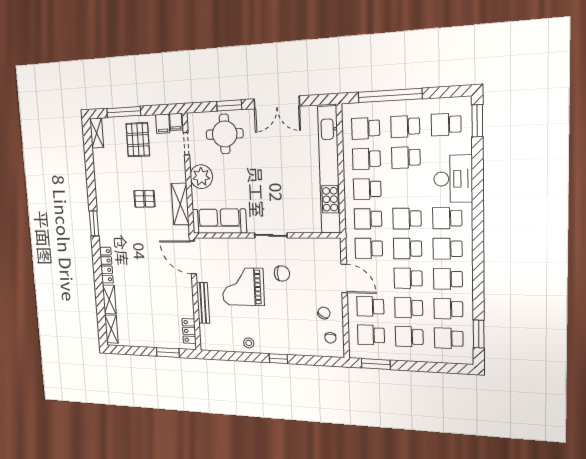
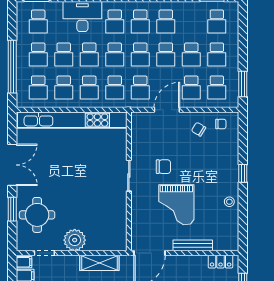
sofa: (219, 221) -> (116, 225), removed
chair: (282, 273) -> (163, 167), turned 90
school desk: (448, 309) -> (89, 55), moved

